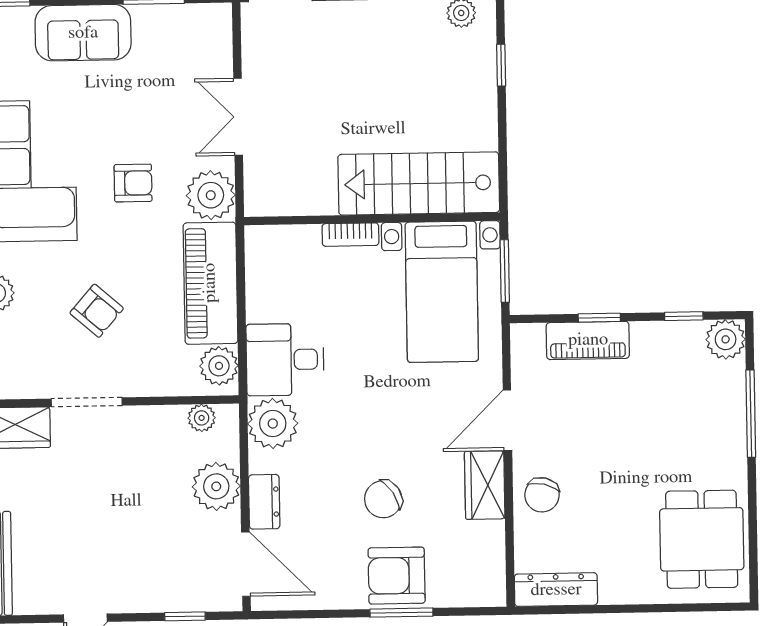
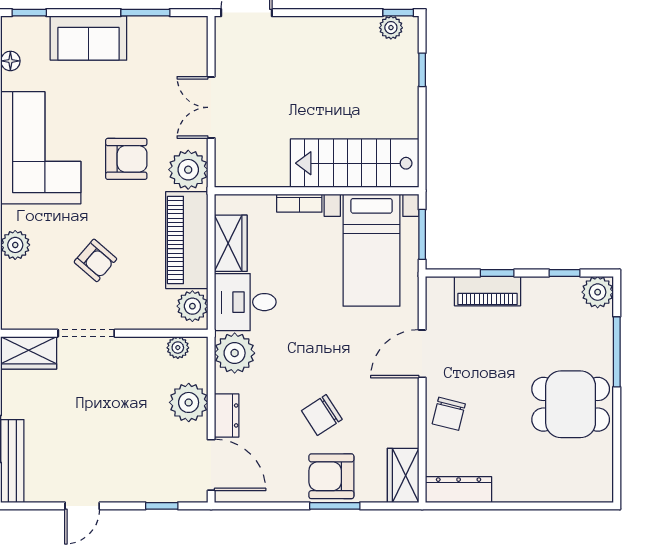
armchair: (133, 183) -> (126, 159), width x1.38, depth x1.38
wardrobe: (266, 286) -> (231, 243), added
wardrobe: (485, 485) -> (403, 475), moved
dining table: (702, 539) -> (571, 404), moved, turned 90

